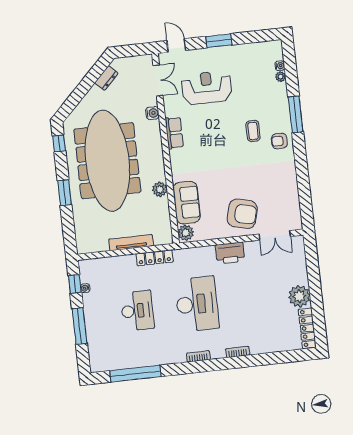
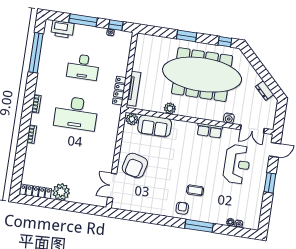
tv unit: (131, 243) -> (134, 89), moved
printer: (230, 253) -> (63, 29), moved, turned -90

